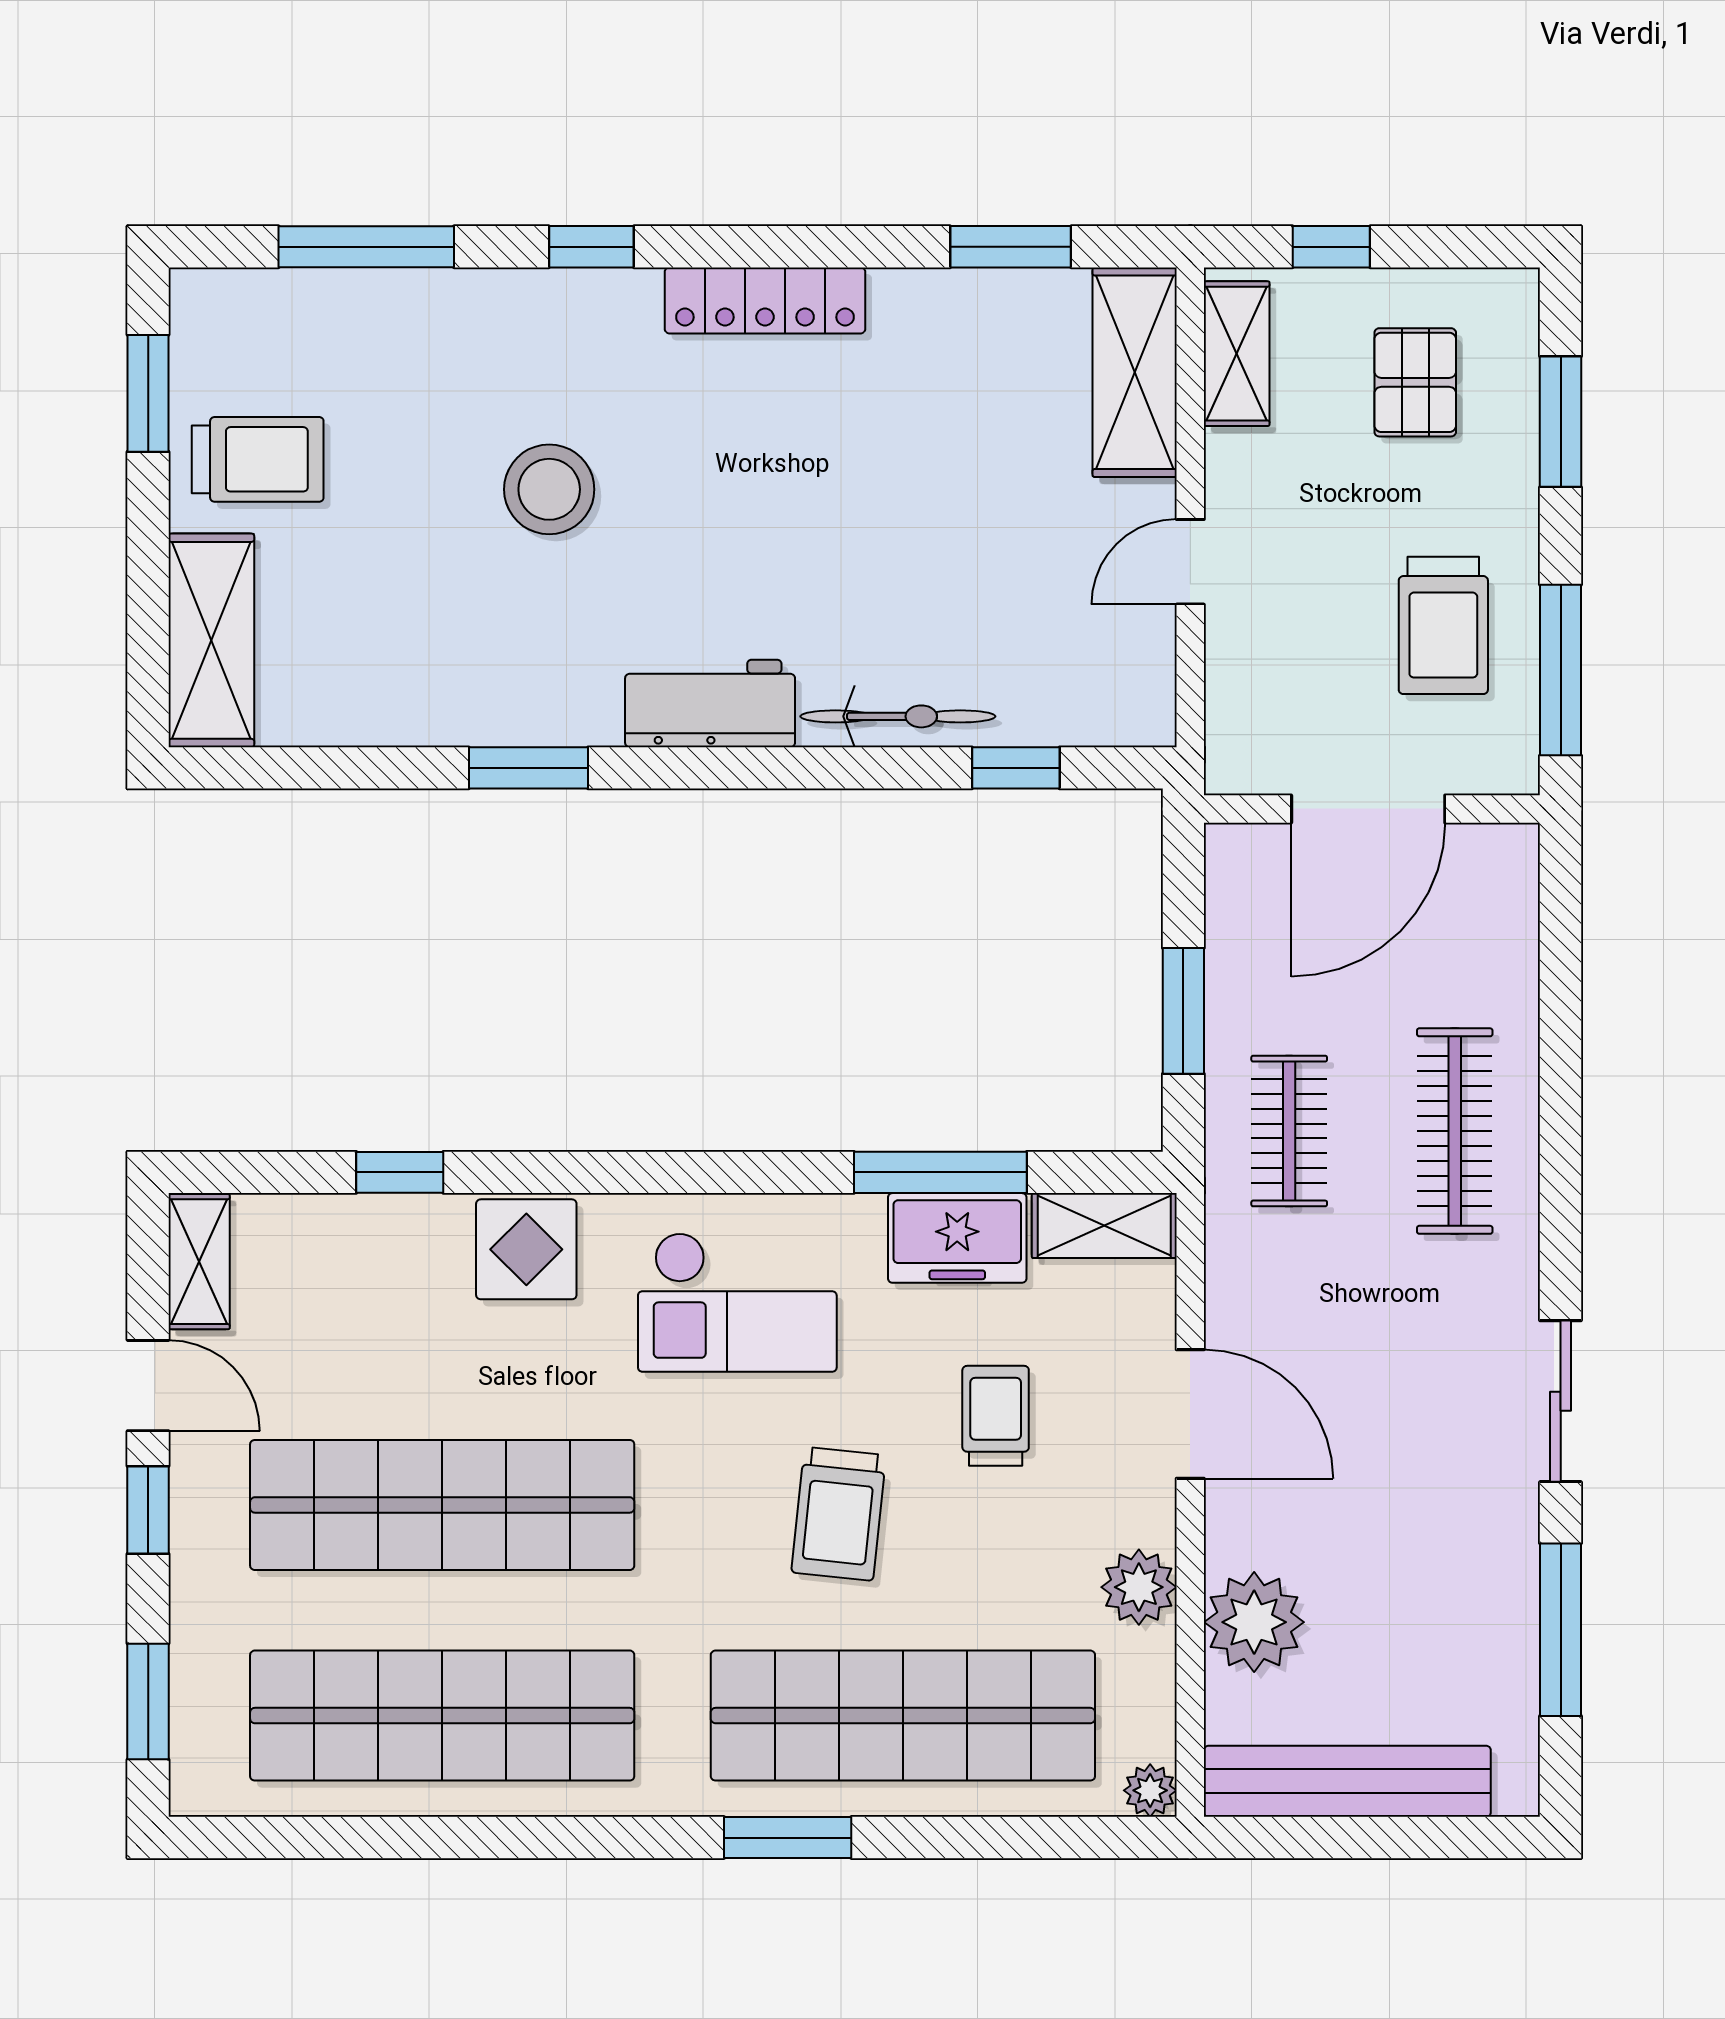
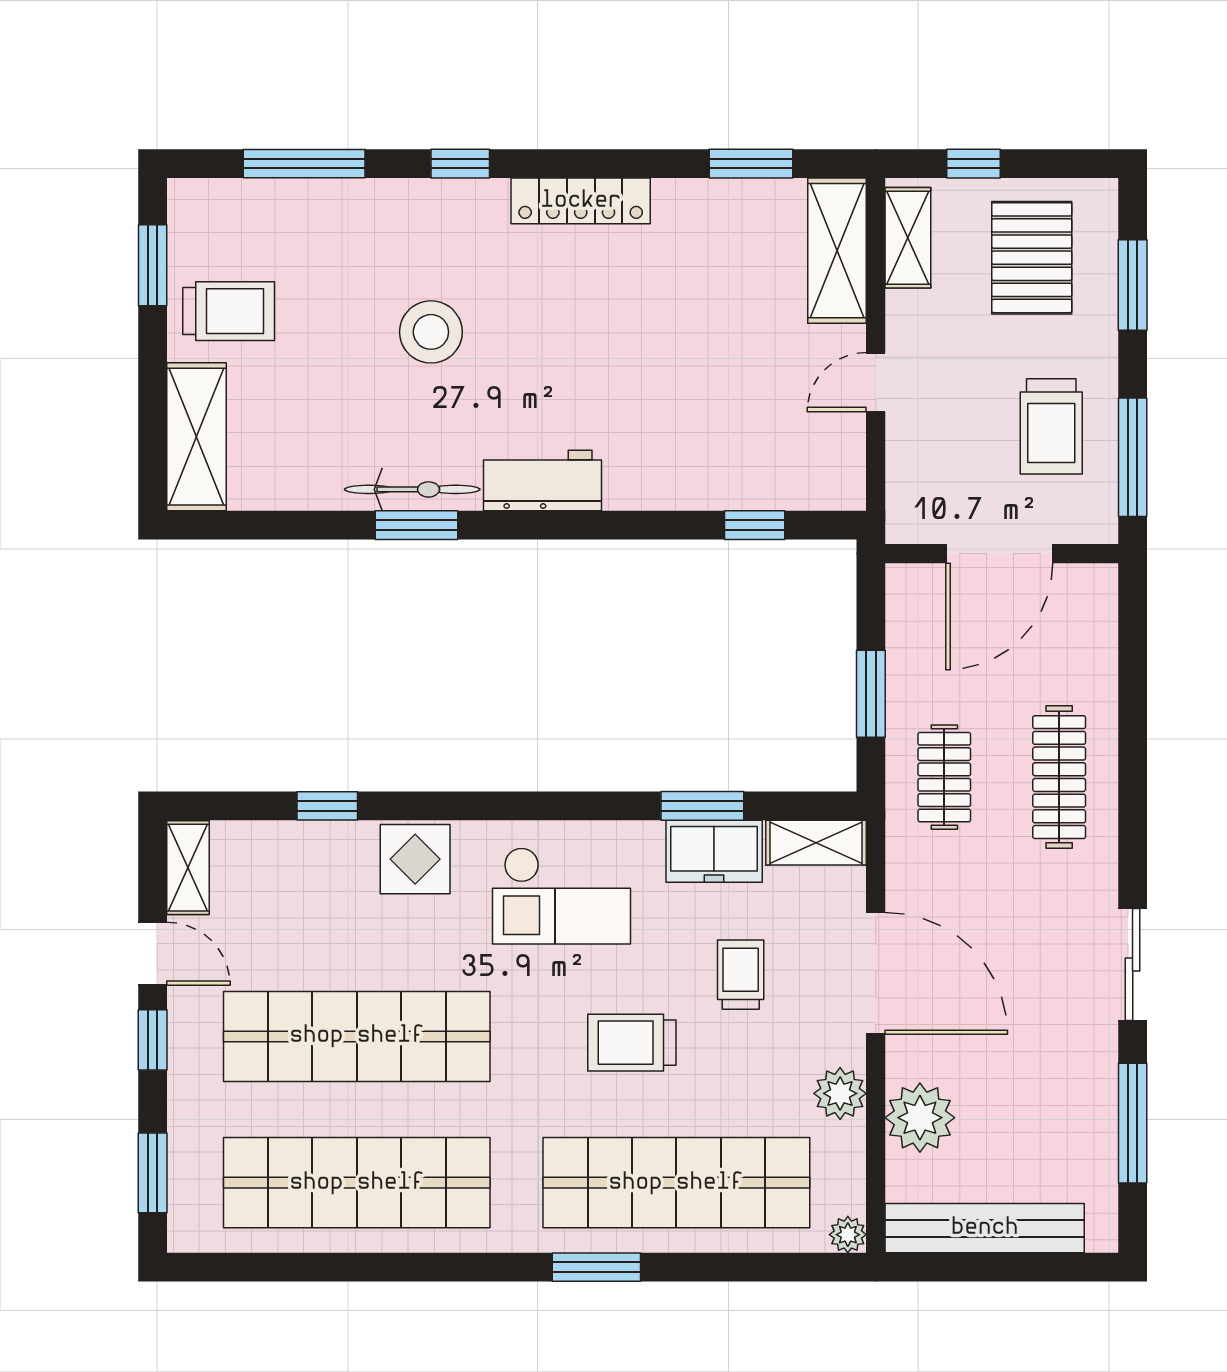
pallet: (1415, 382) -> (1032, 258), width x1.50, depth x1.42
bicycle: (898, 716) -> (412, 489), moved
window: (940, 1172) -> (702, 806), width x0.69
door: (1190, 1414) -> (876, 973), width x1.36
trolley: (839, 1514) -> (632, 1043), turned 84

